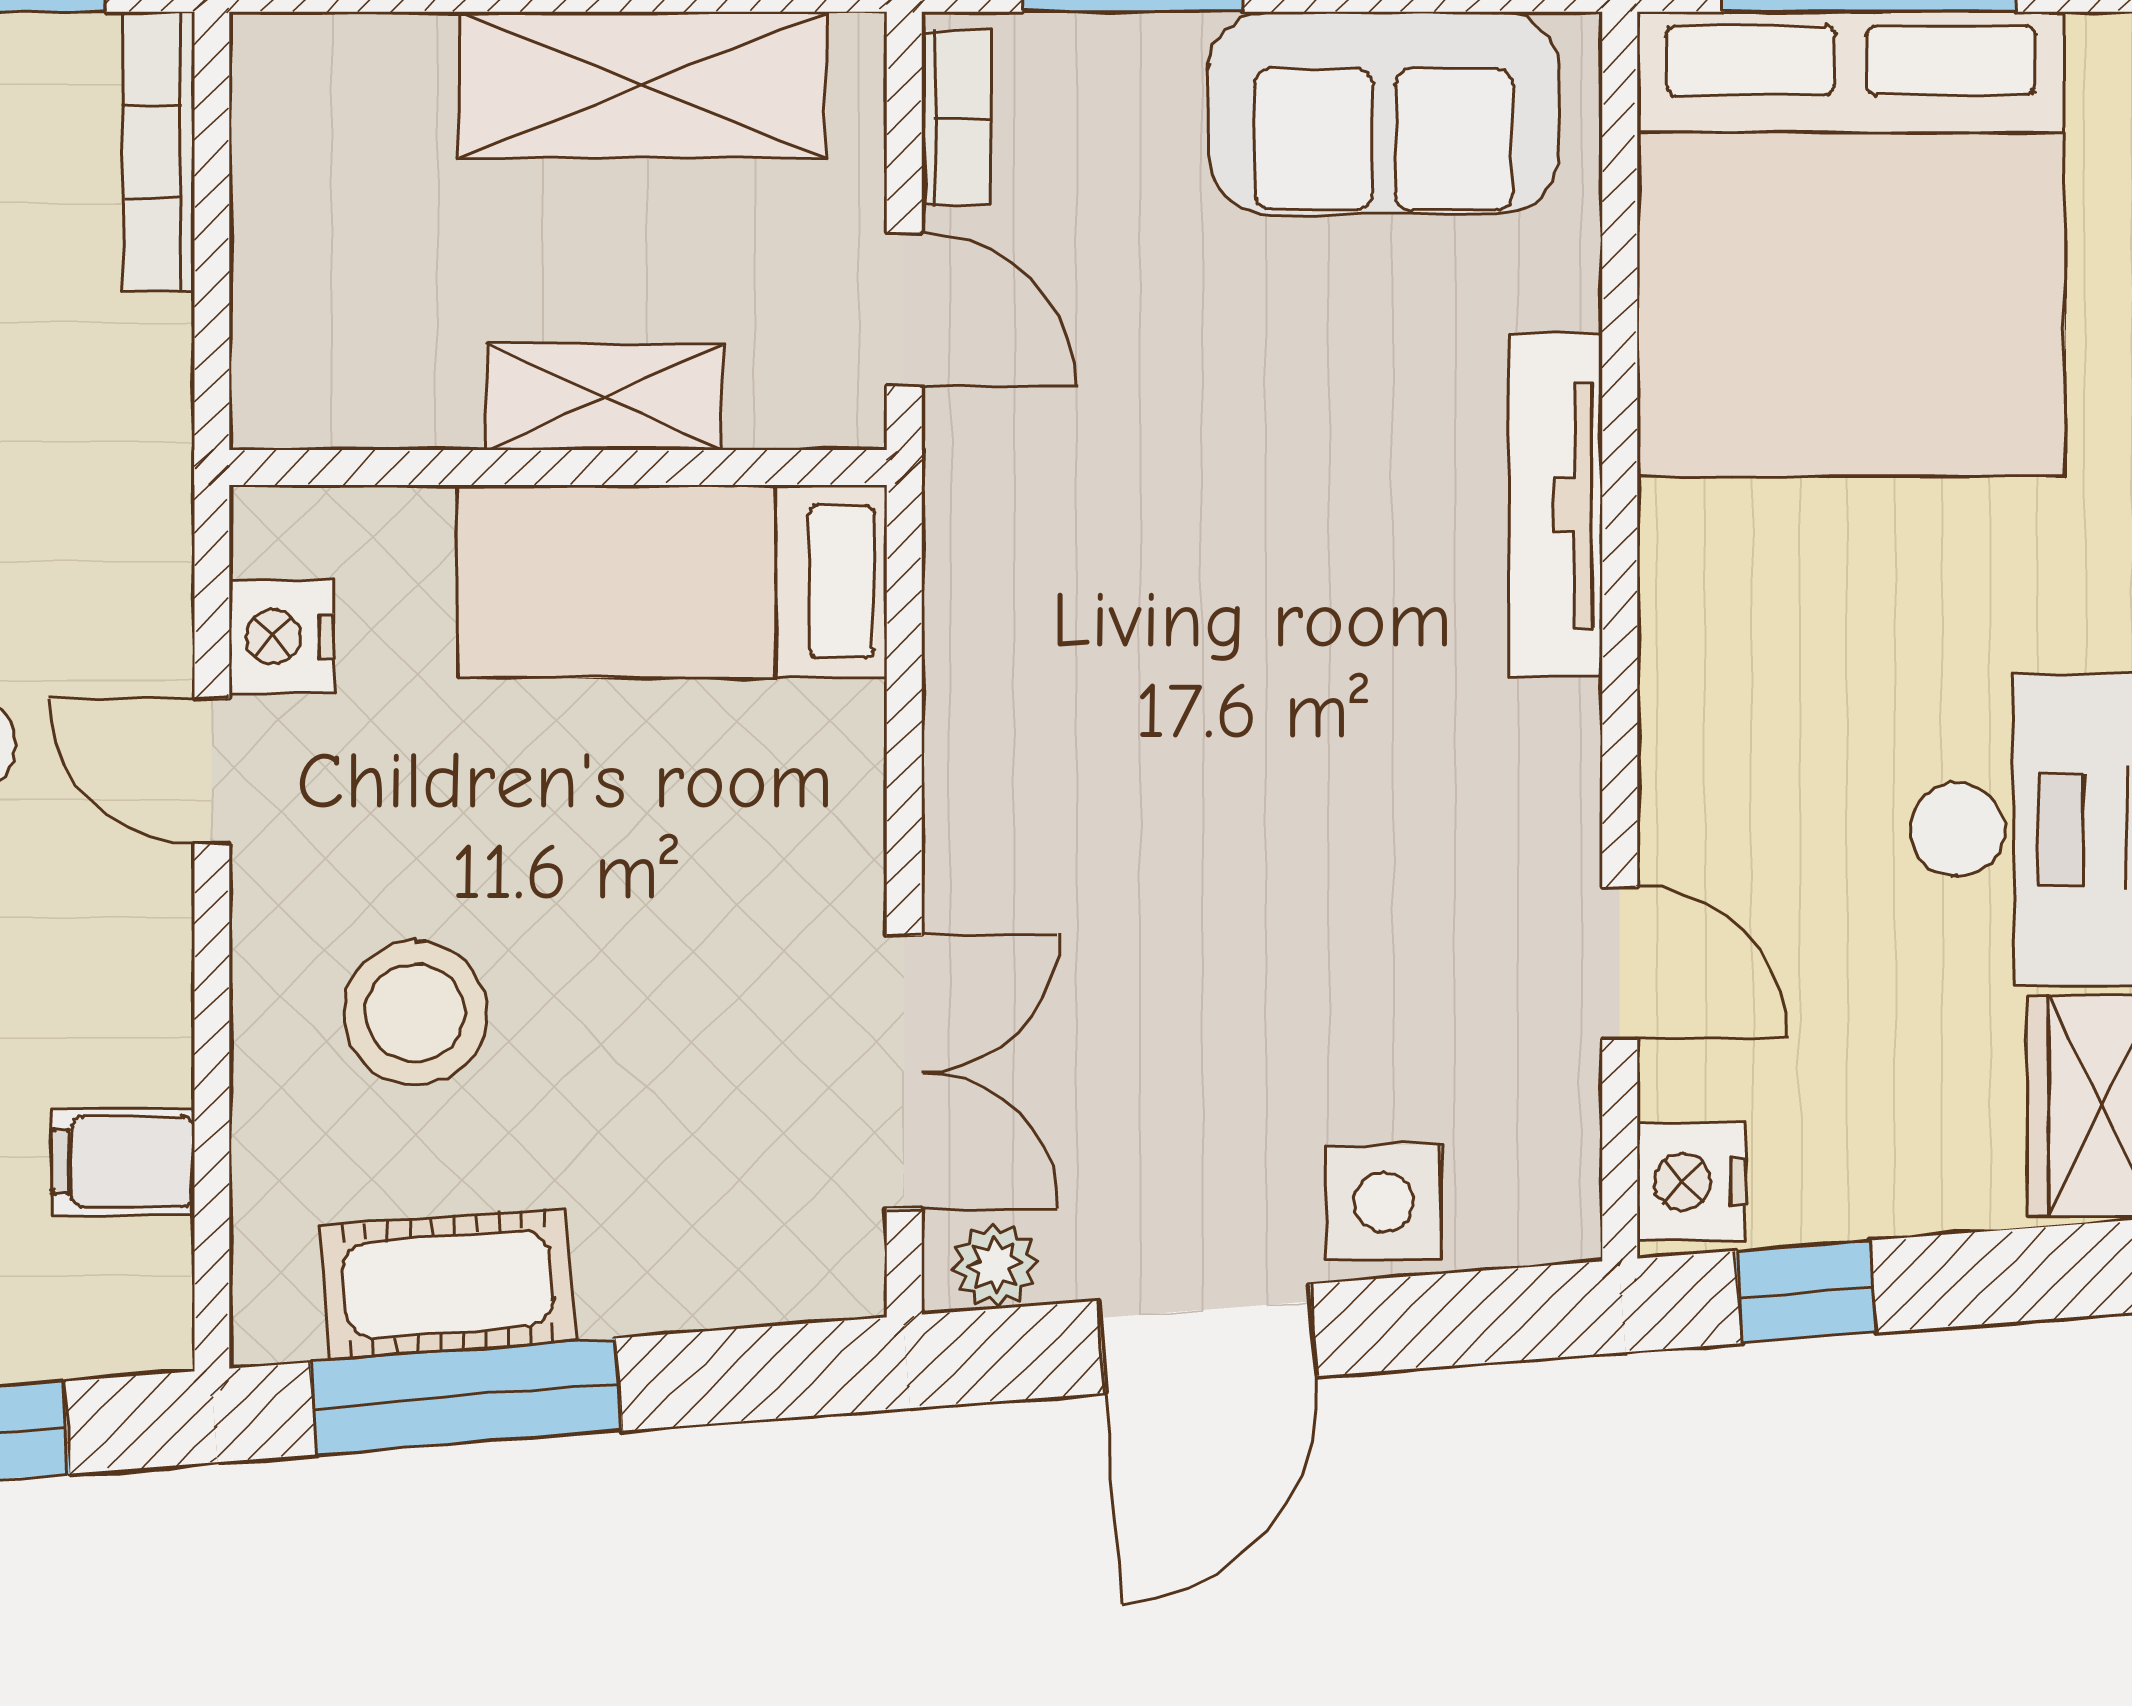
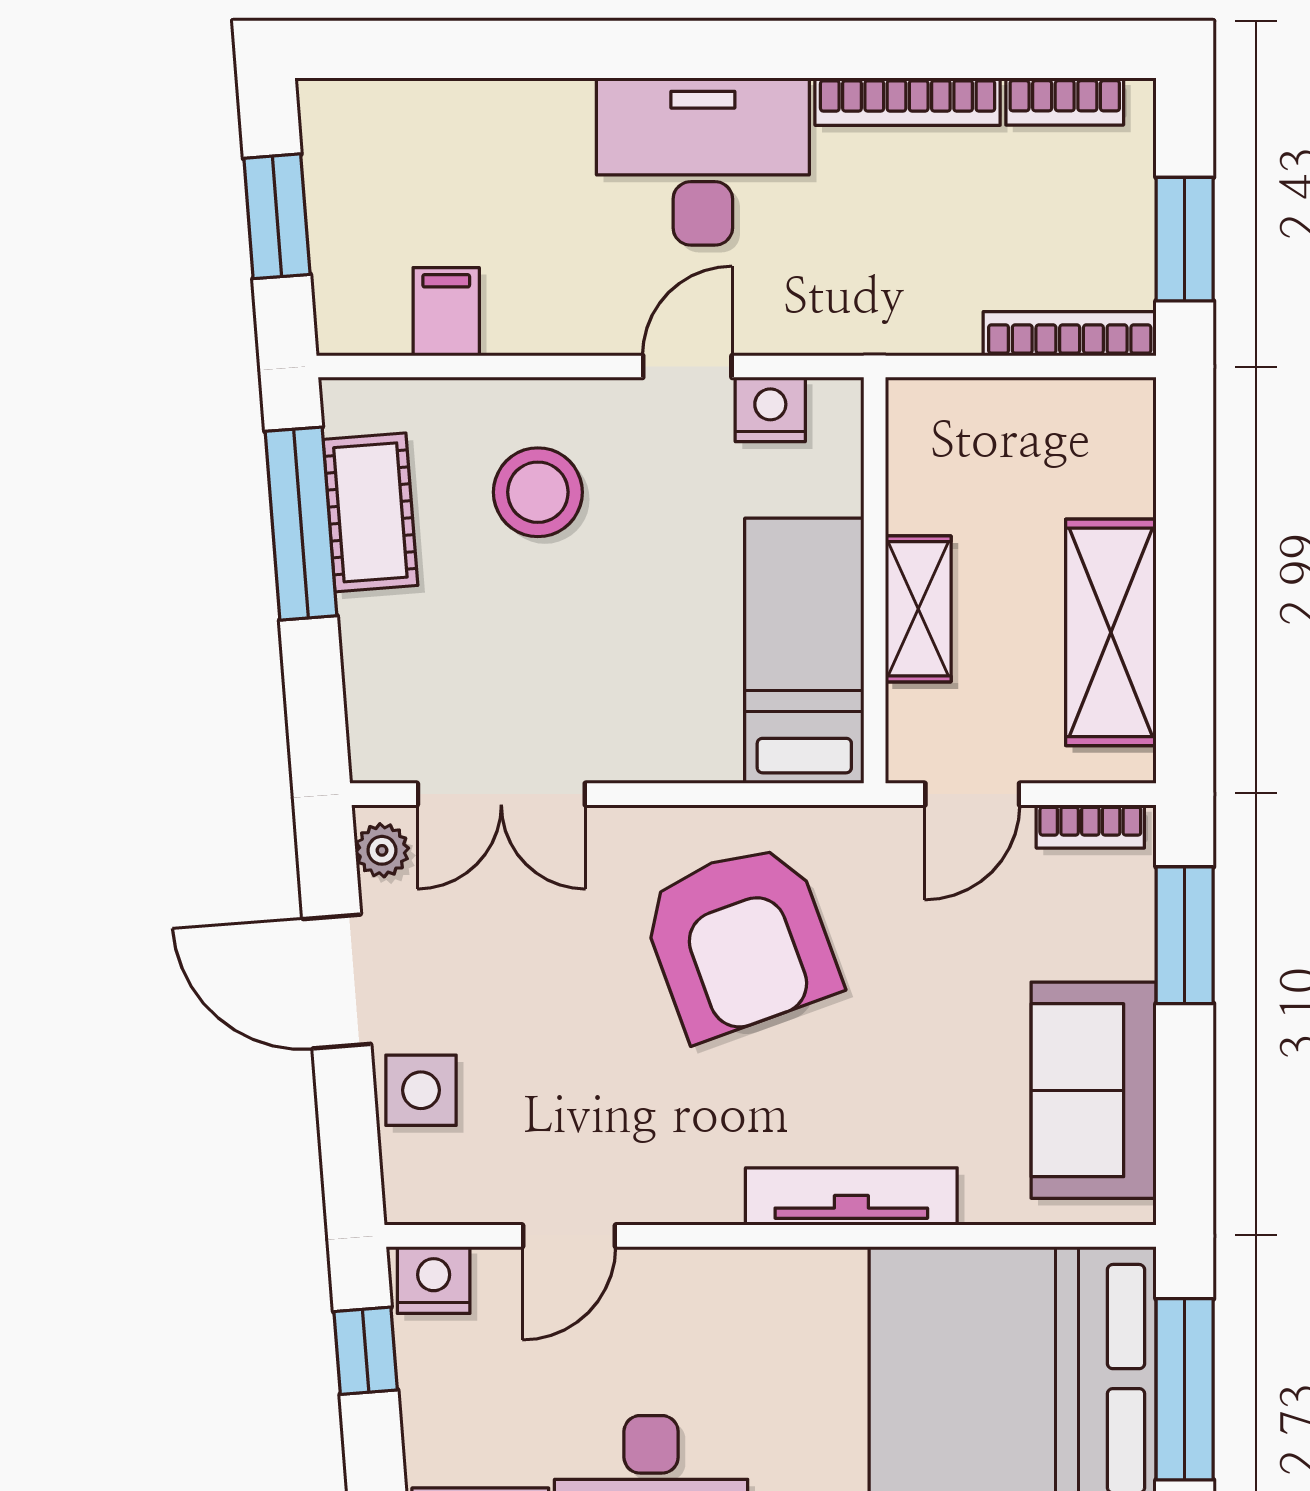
armchair: (1141, 685) -> (740, 941), added

